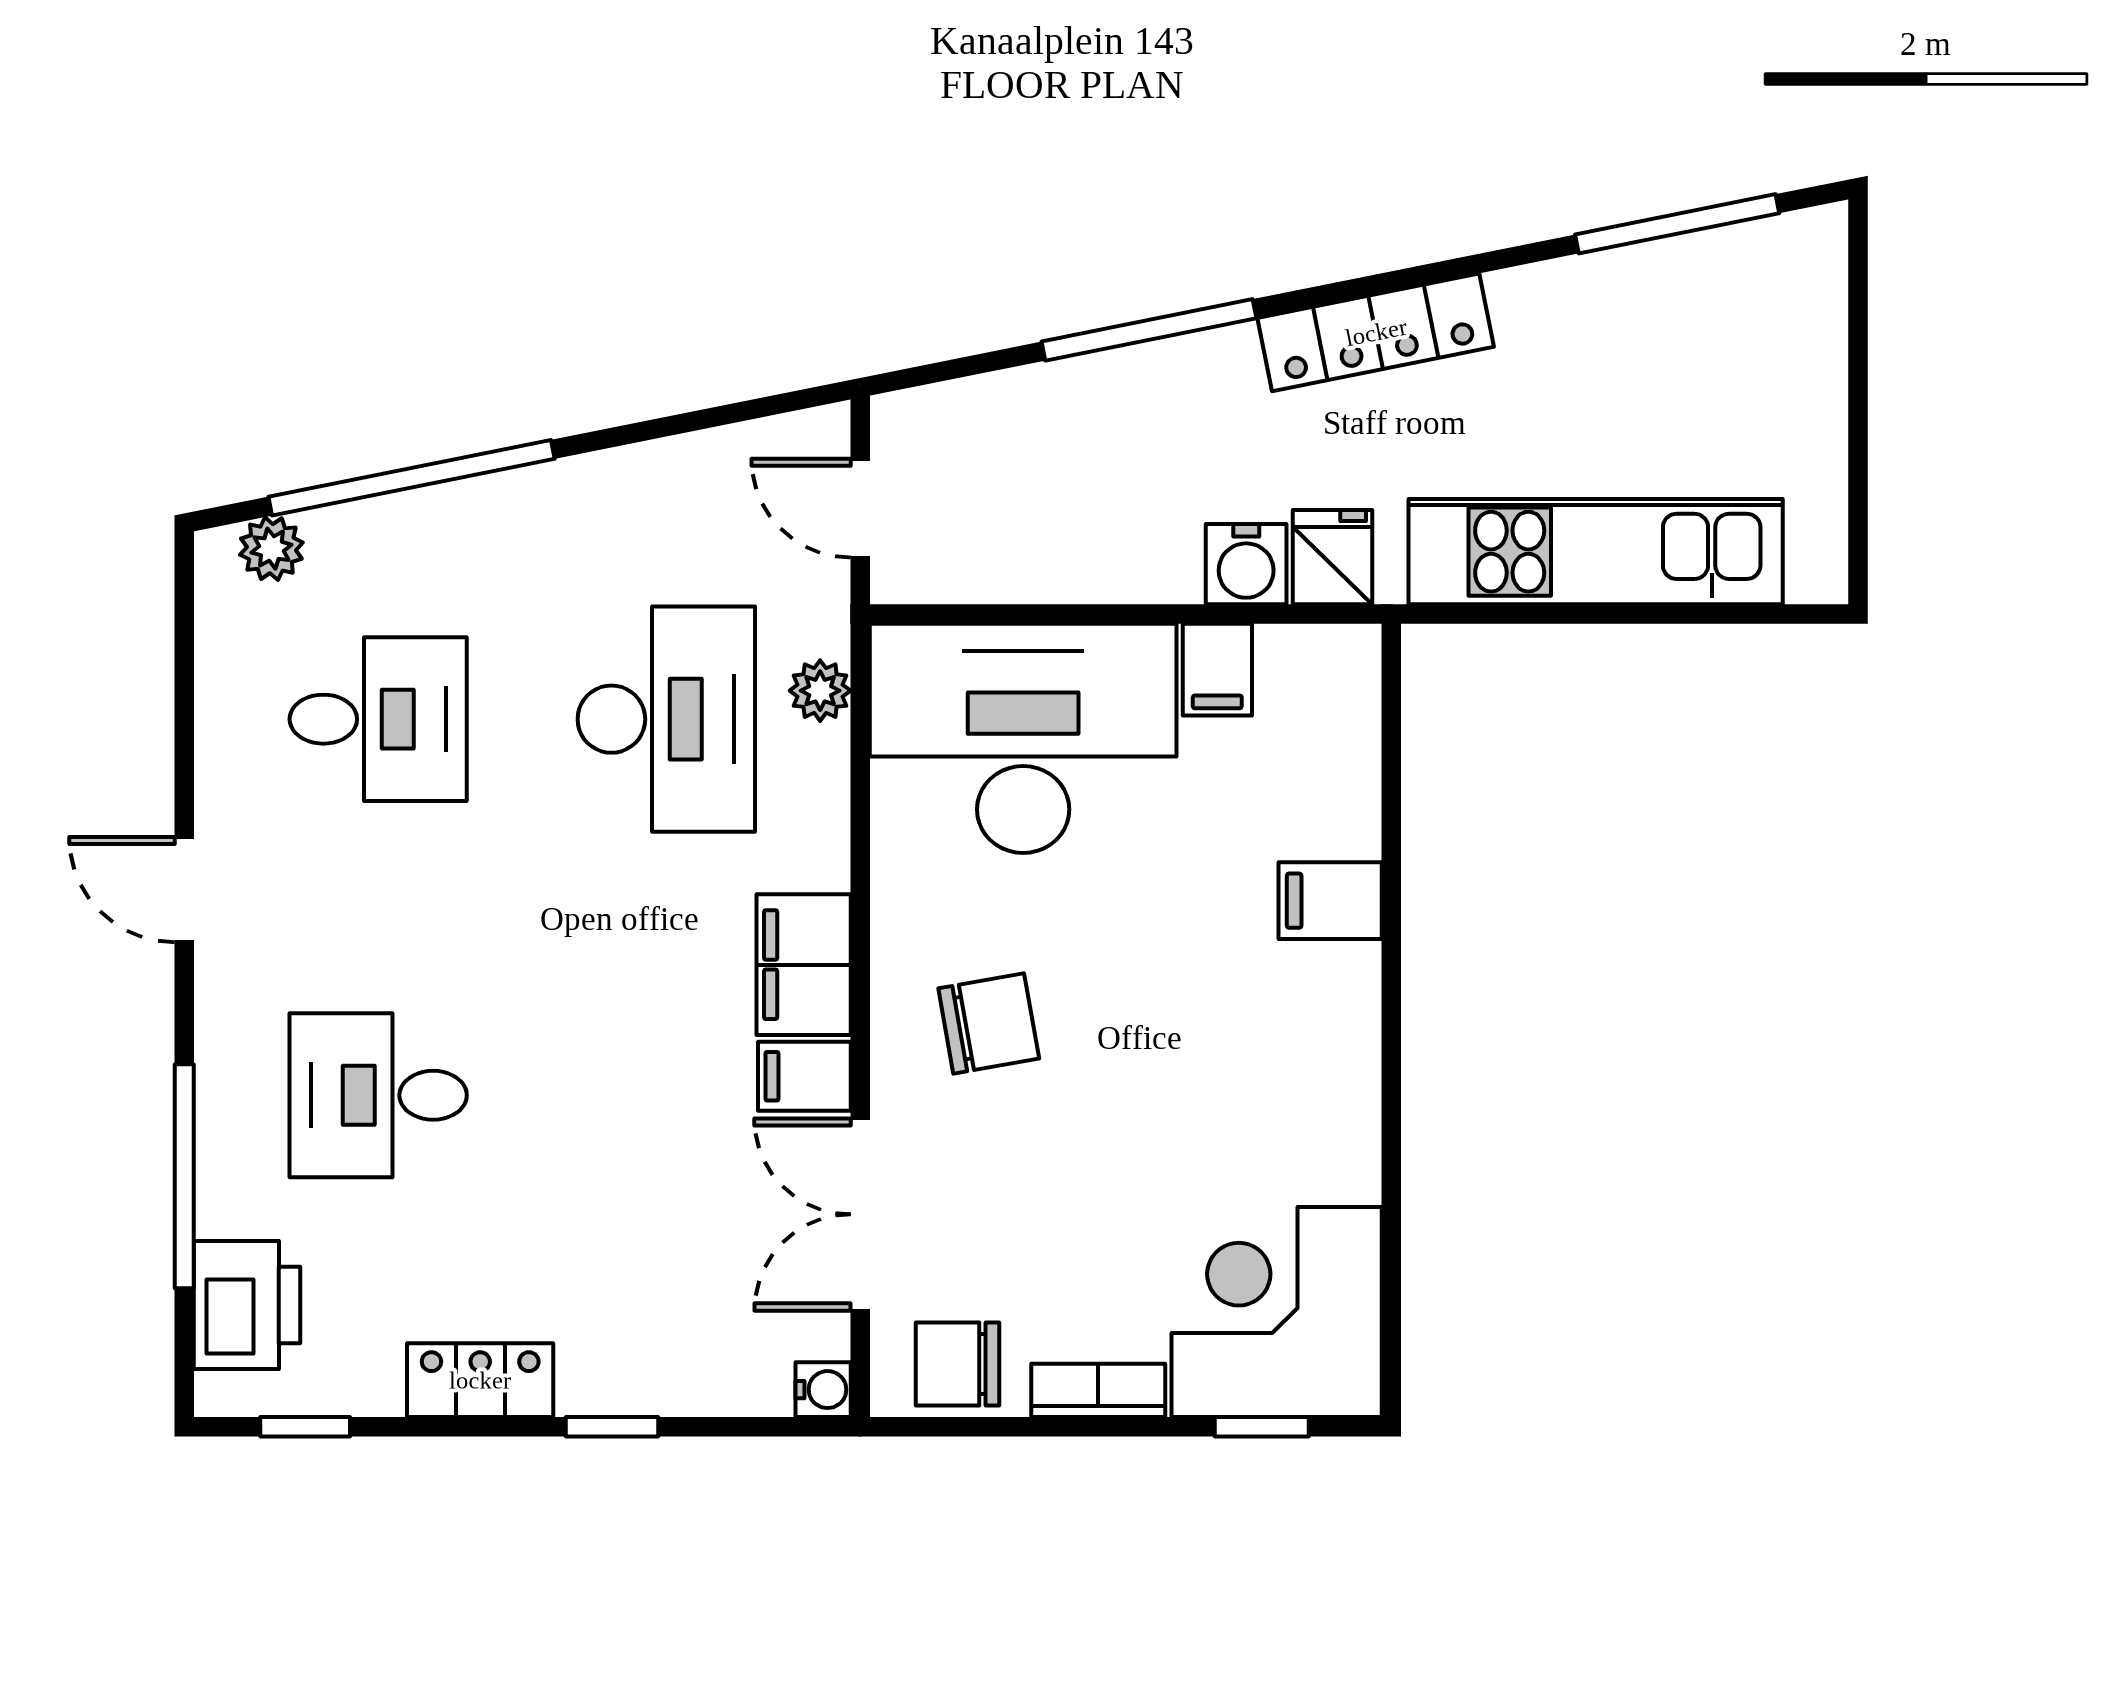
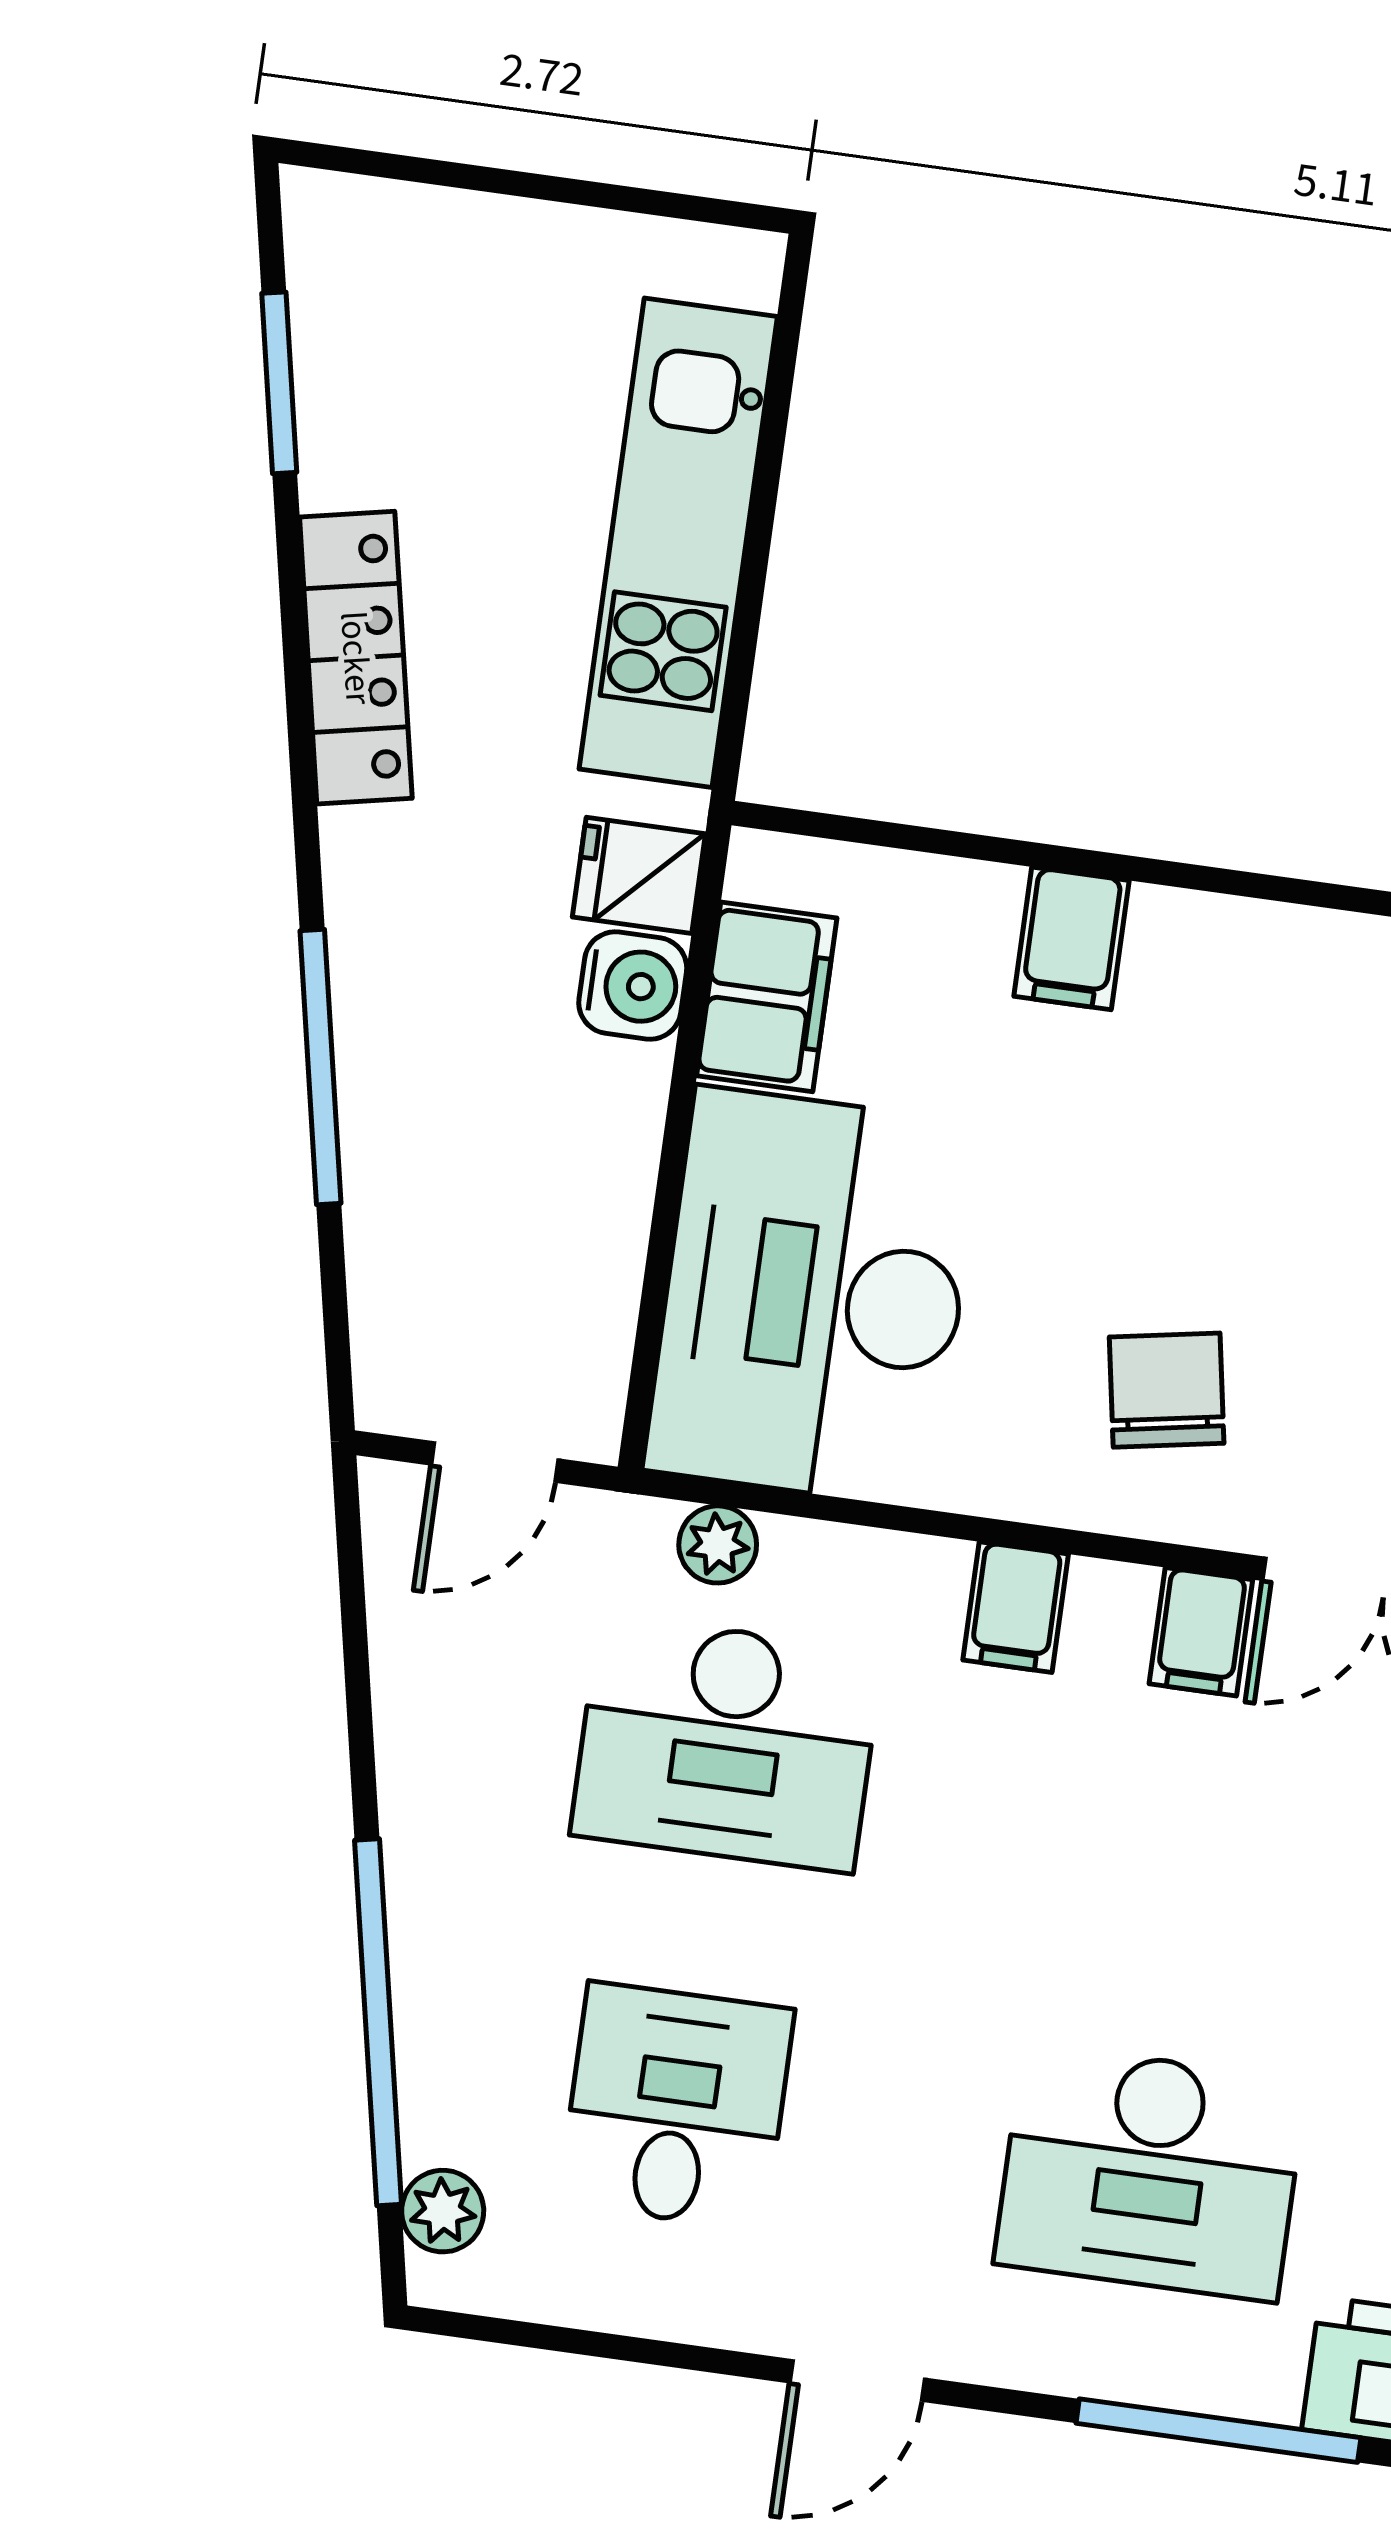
window: (1677, 224) -> (279, 383), width x0.69
locker: (1376, 332) -> (356, 658), moved
filing cabinet: (1217, 670) -> (767, 997), width x2.00
desk: (666, 719) -> (727, 1743), turned 180
filing cabinet: (804, 965) -> (1016, 1607), width x0.50
desk: (378, 1095) -> (1150, 2172), width x1.37

